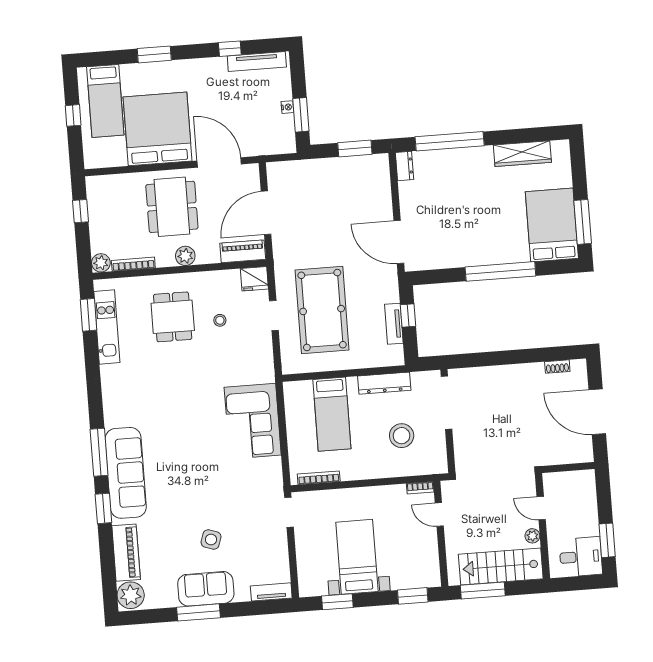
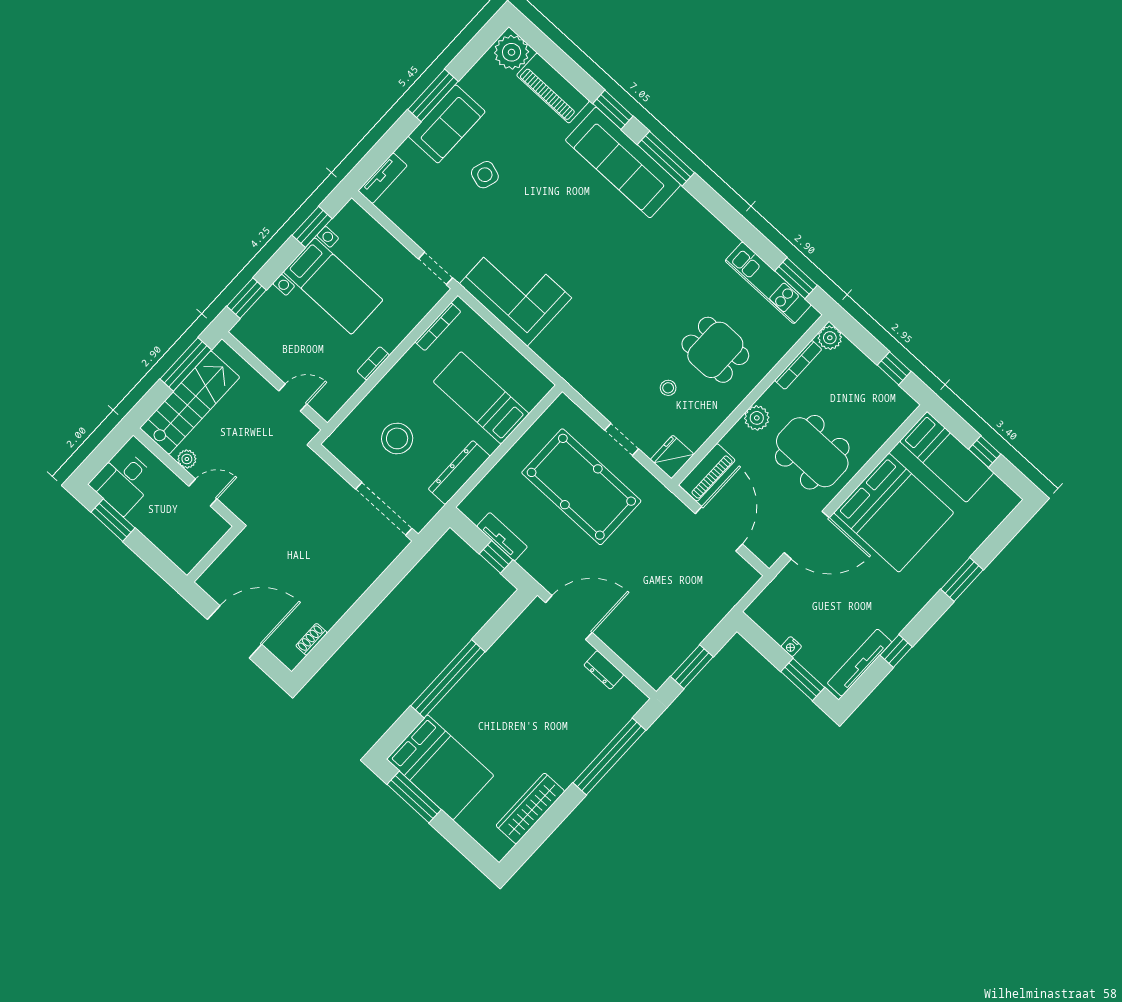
bed: (105, 101) -> (947, 457), moved, turned 180
window: (301, 115) -> (803, 680), moved
dresser: (405, 166) -> (604, 670), moved
corner sofa: (253, 421) -> (515, 291), moved
bookcase: (420, 488) -> (373, 363), moved

